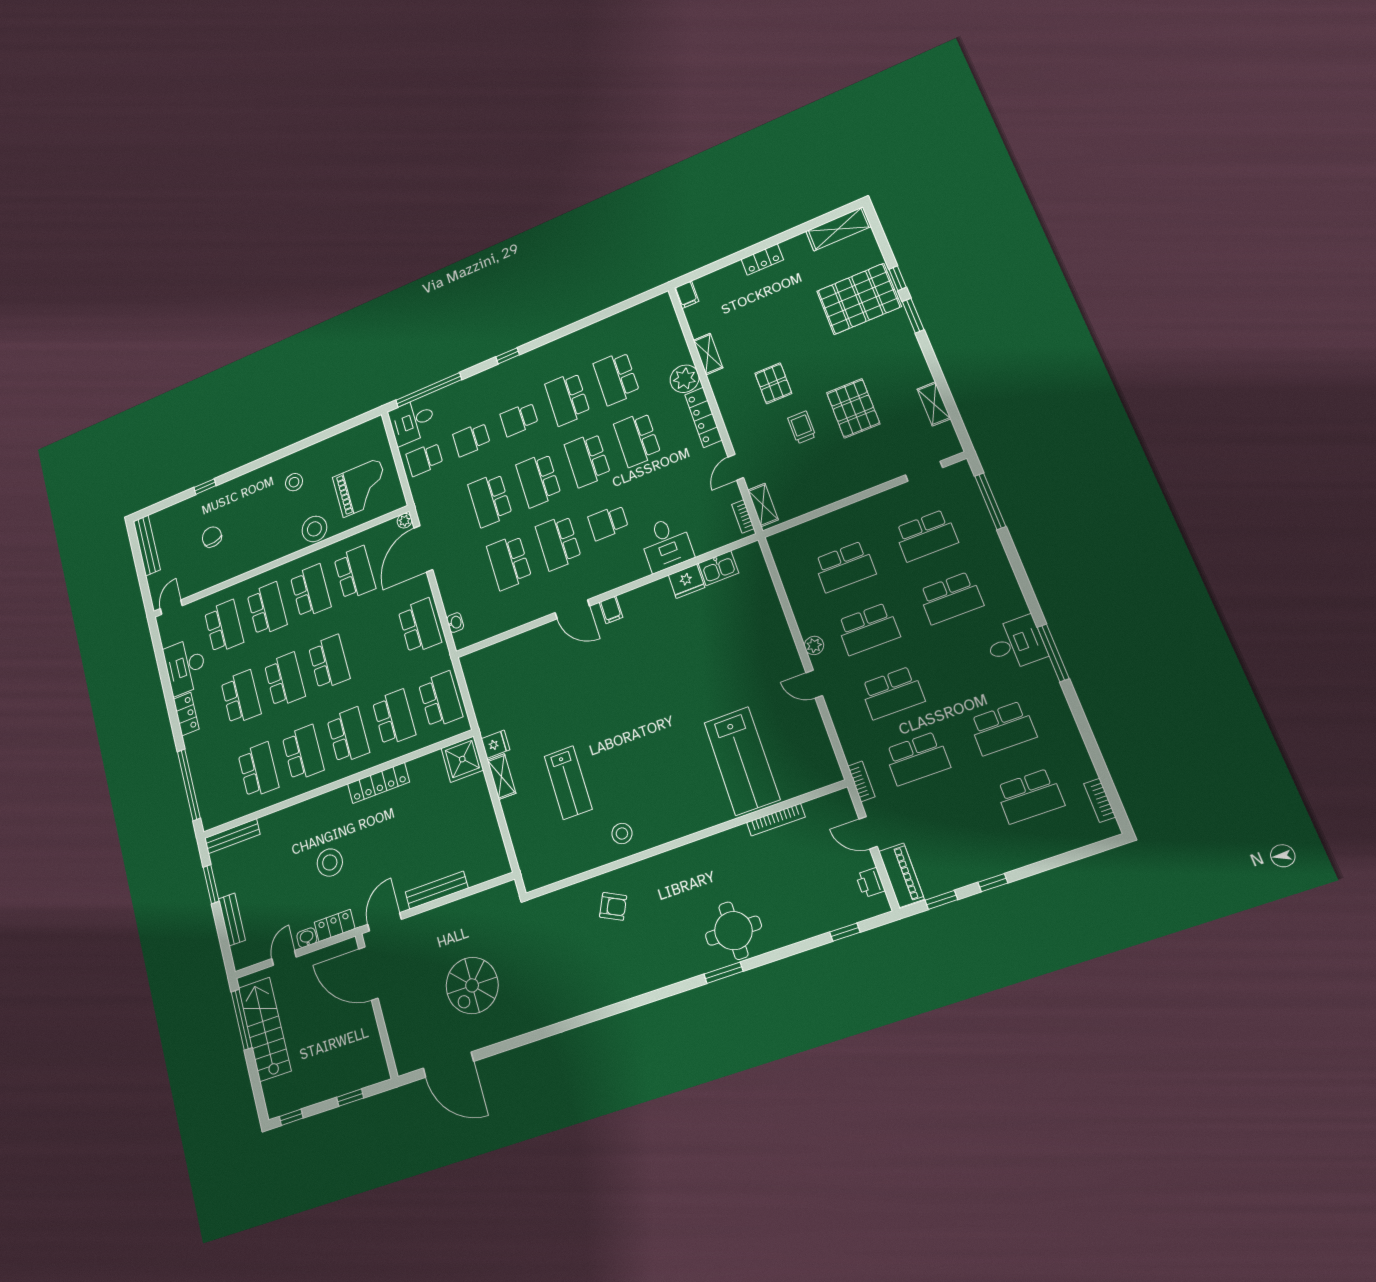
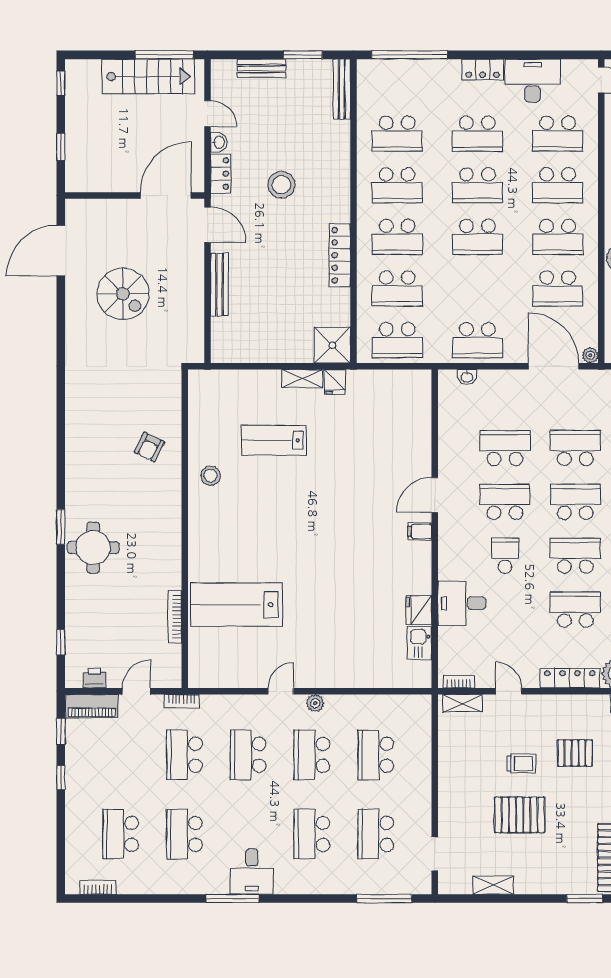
spiral stairs: (472, 985) -> (123, 294), turned 180

